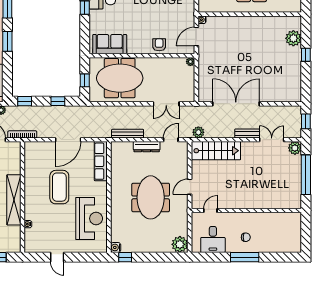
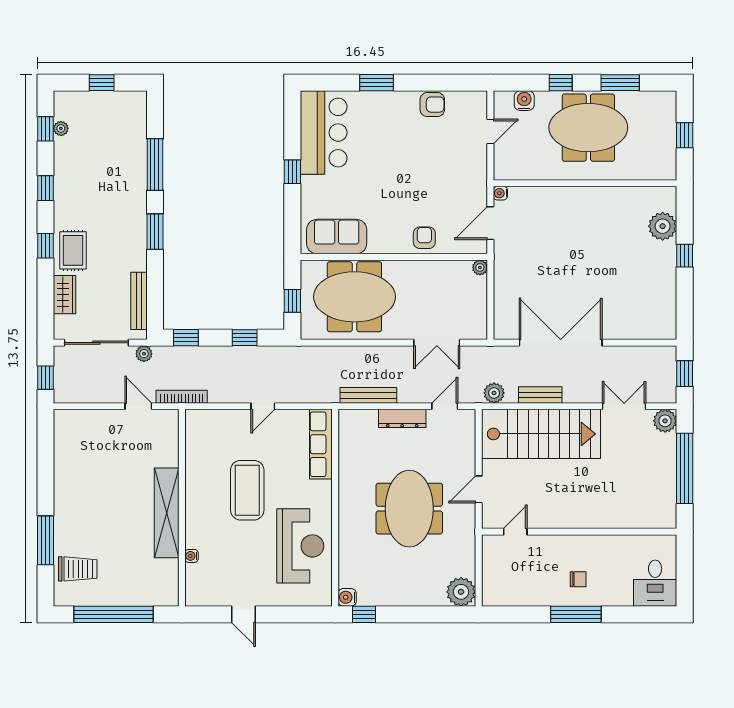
bench: (247, 133) -> (540, 395), moved
door: (68, 140) -> (263, 406), width x0.53
stairs: (216, 151) -> (541, 434), width x1.36, depth x1.51
desk: (213, 239) -> (655, 583), moved

